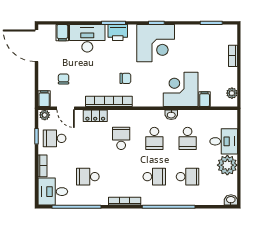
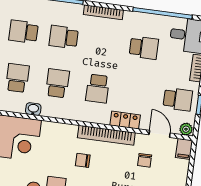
chair: (64, 79) -> (145, 160), moved

